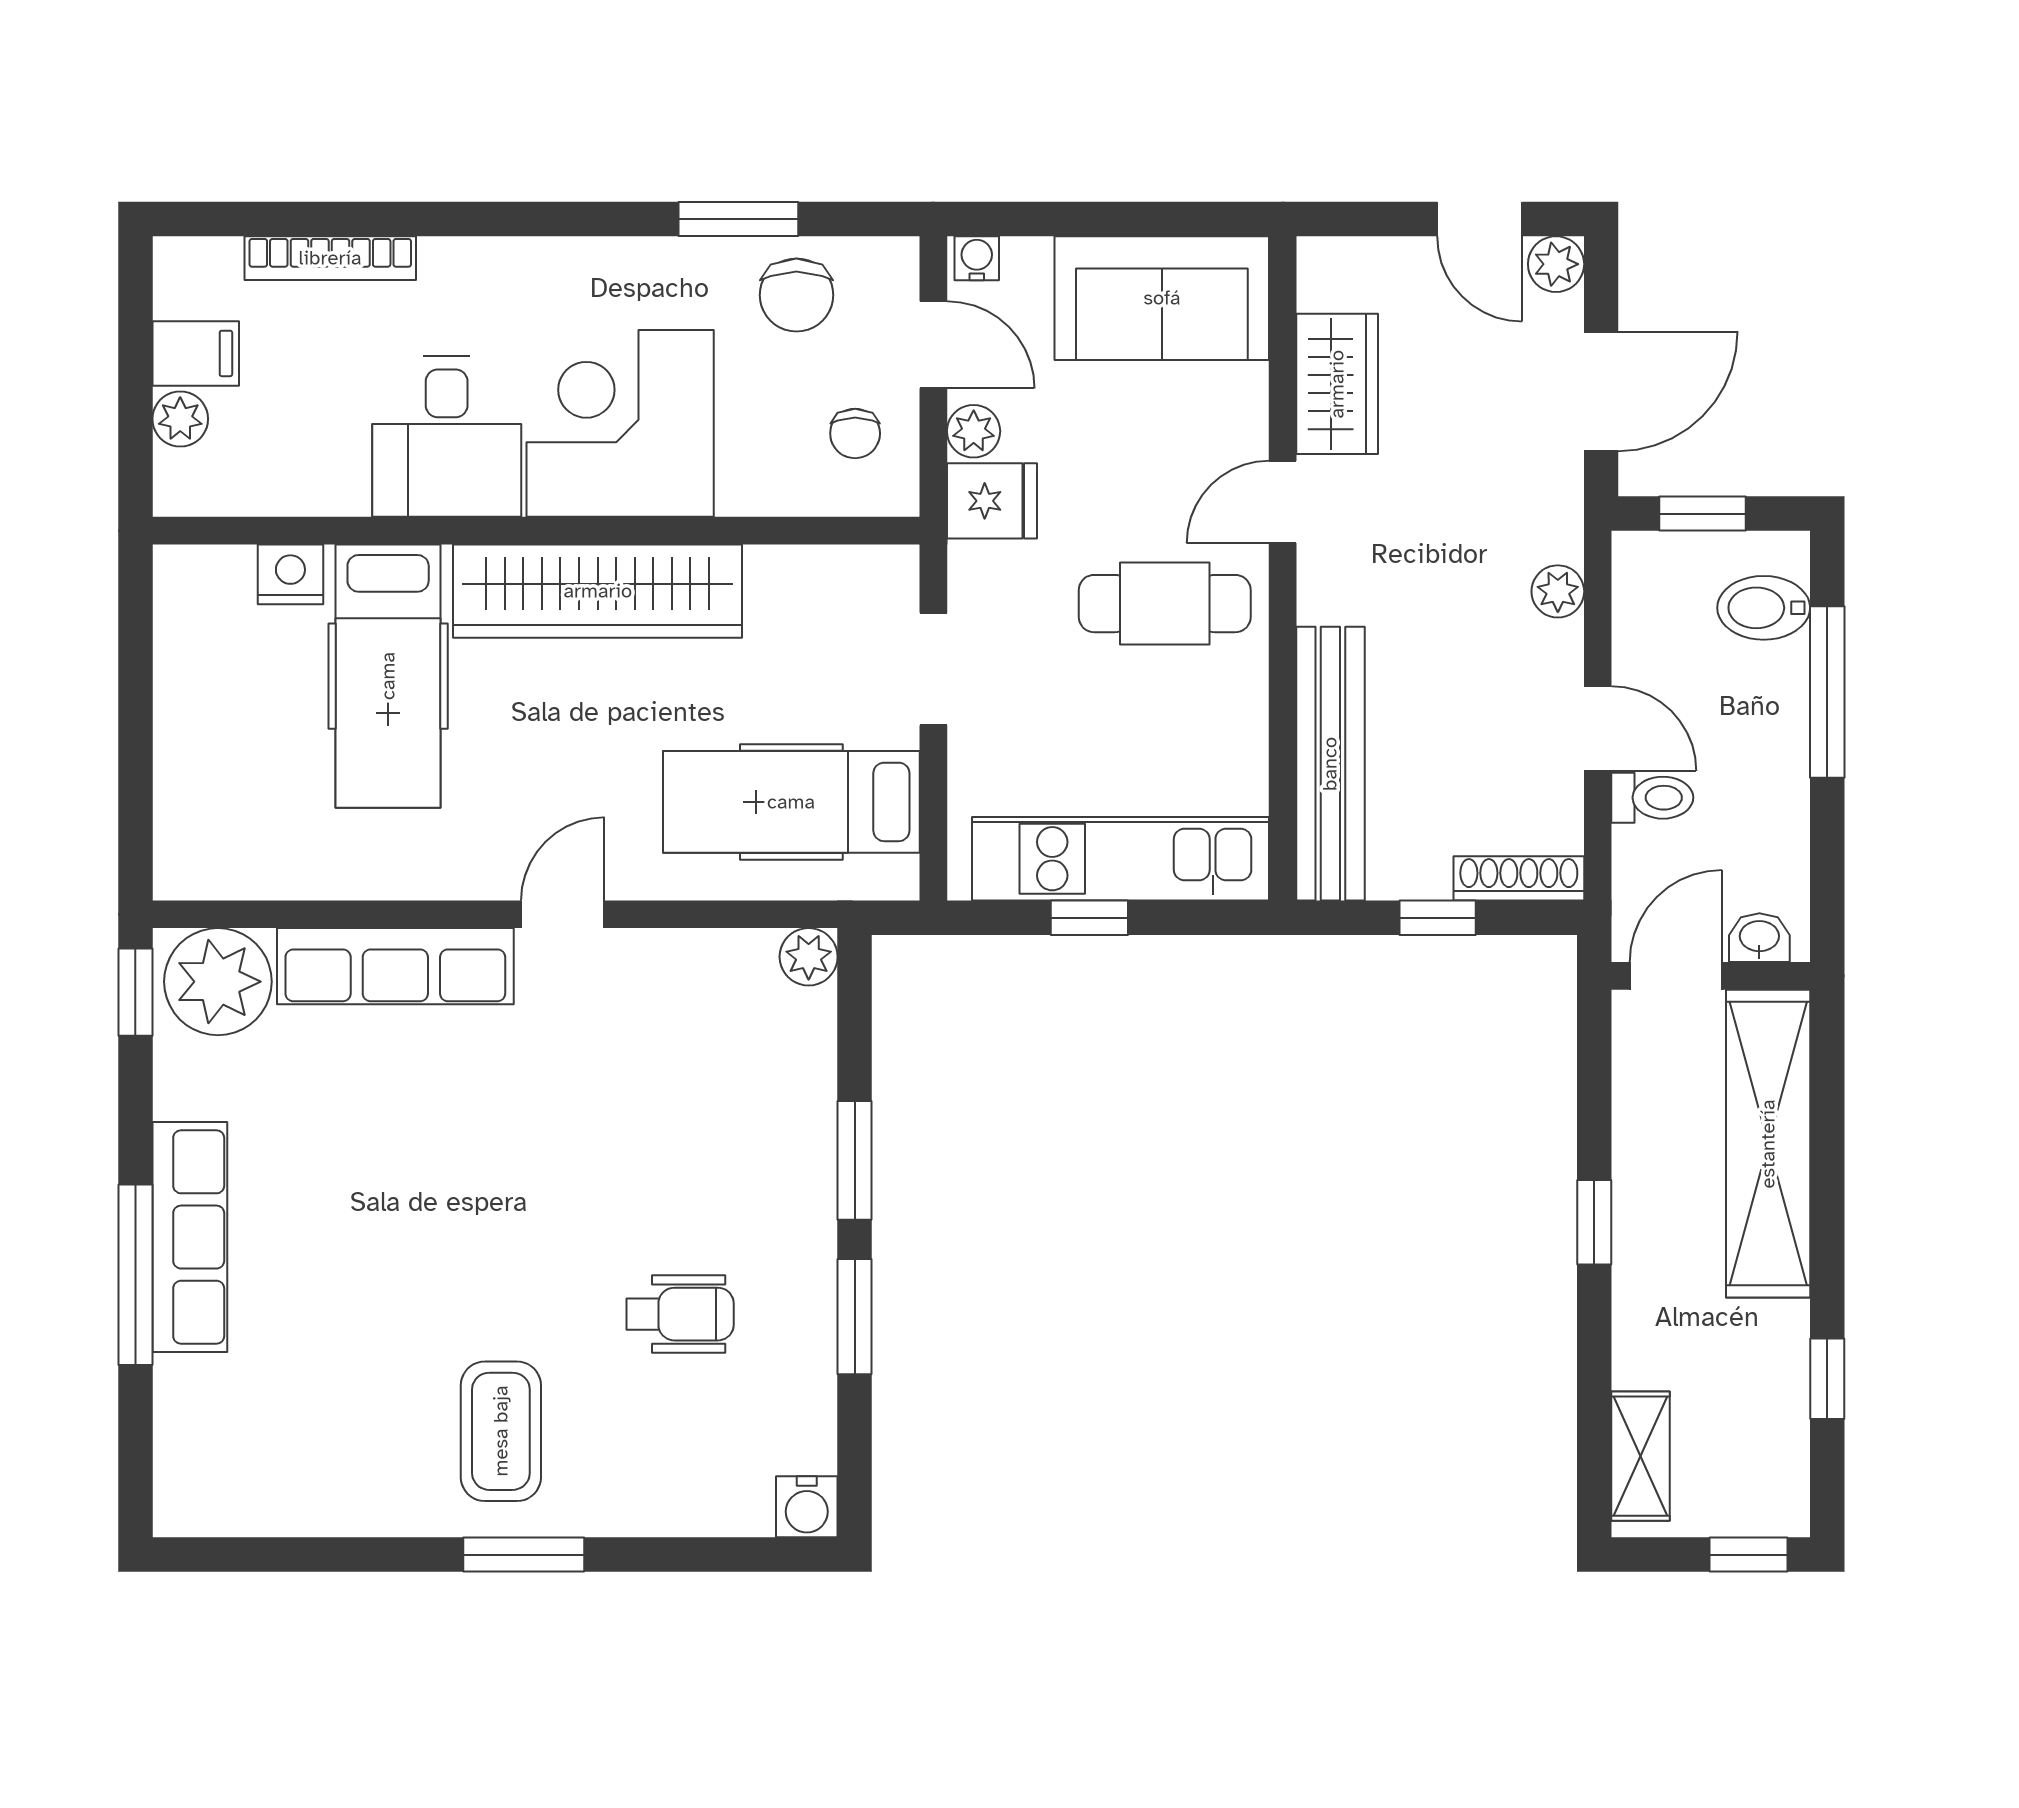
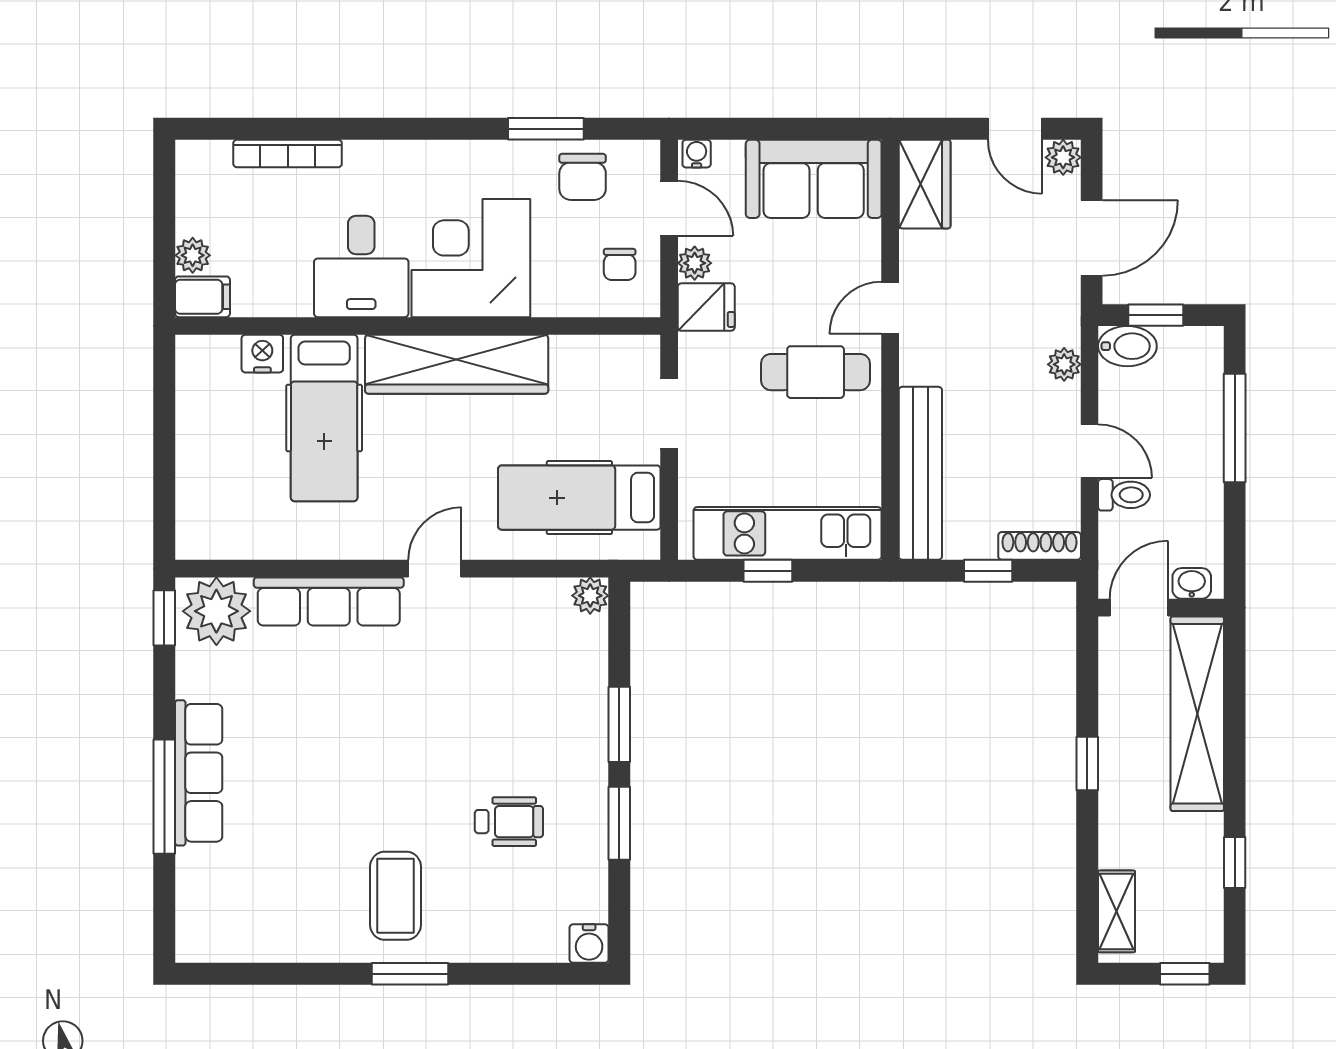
filing cabinet: (196, 353) -> (202, 297), moved
wardrobe: (1337, 384) -> (925, 184), moved
bidet: (1764, 608) -> (1127, 346), moved, turned 180

